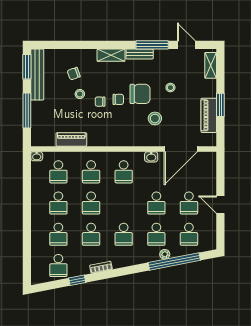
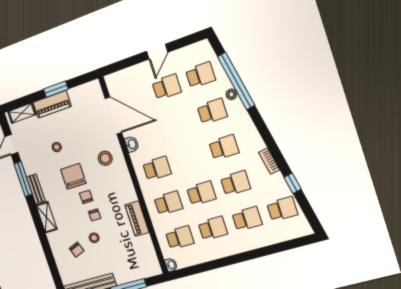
piano: (209, 115) -> (52, 104), moved
stool: (155, 118) -> (105, 158), moved
piano: (71, 139) -> (137, 219), moved
school desk: (156, 203) -> (178, 123), removed

